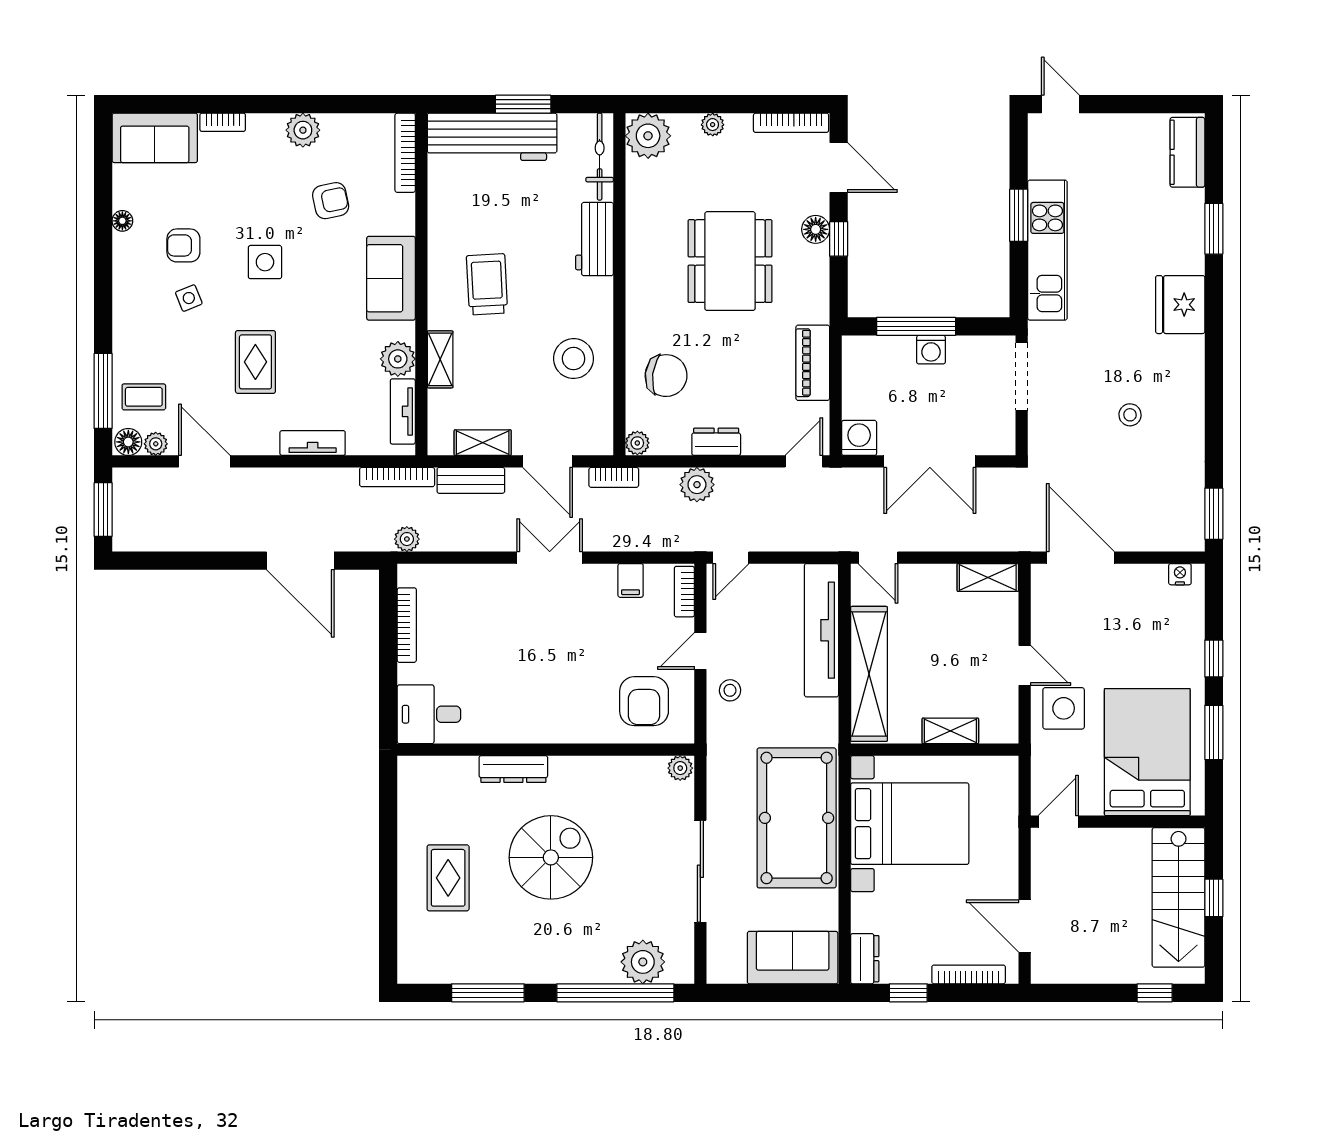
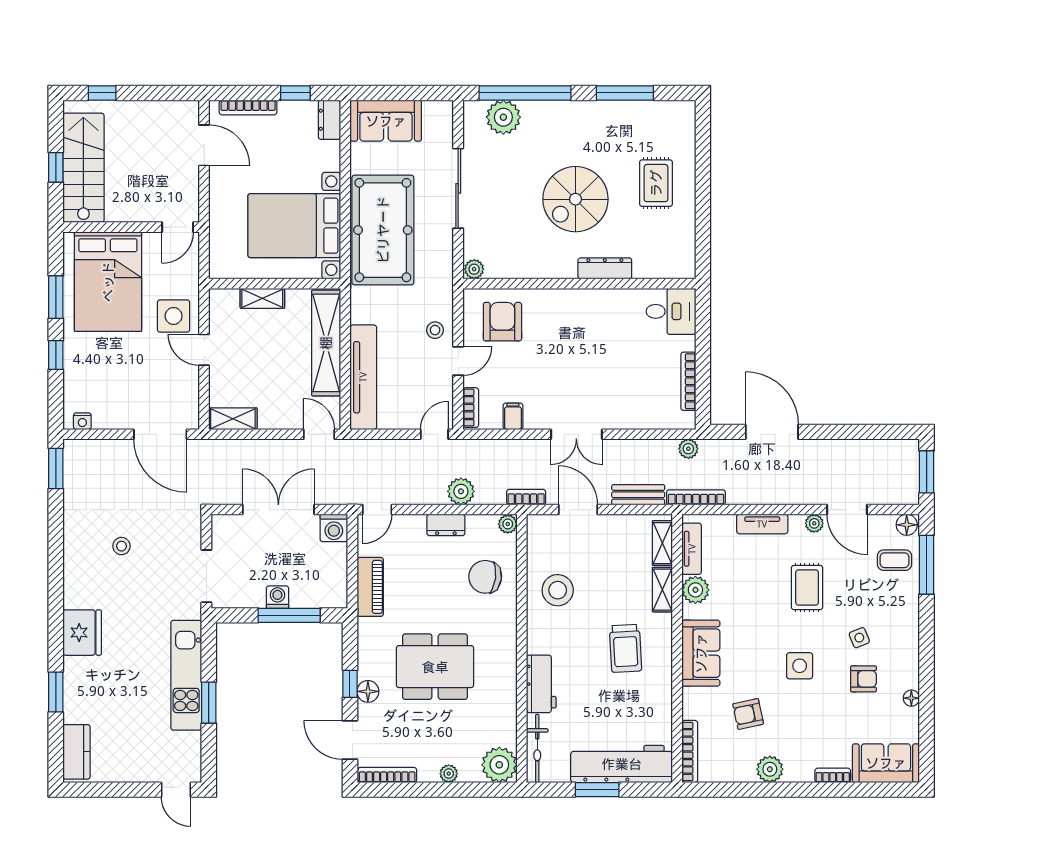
dining table: (730, 261) -> (435, 667), turned 90
shelving: (483, 443) -> (662, 543), moved, turned 90
plant: (156, 444) -> (814, 523), moved

